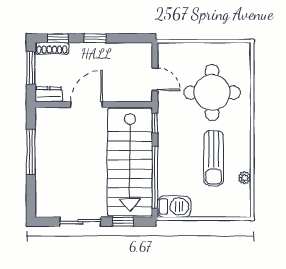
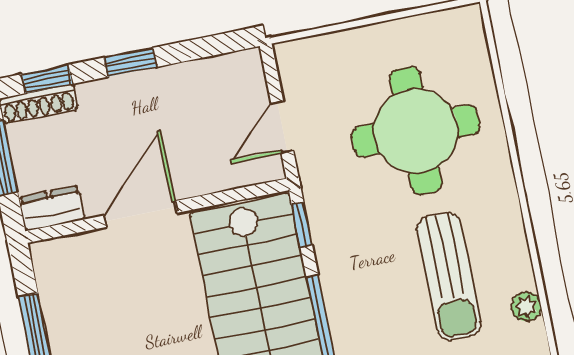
door: (155, 79) -> (282, 127), swing flipped

